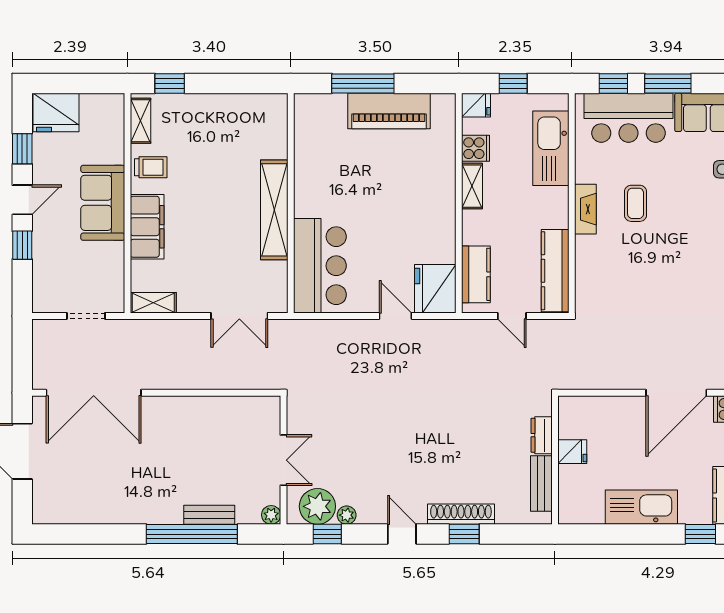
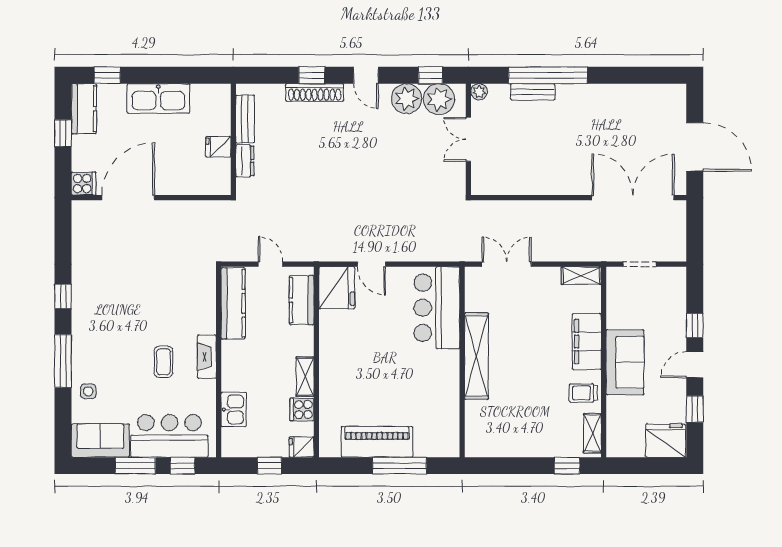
kitchen sink: (551, 148) -> (234, 409), width x0.53, depth x0.81
plant: (347, 515) -> (407, 99), width x1.88, depth x1.88

